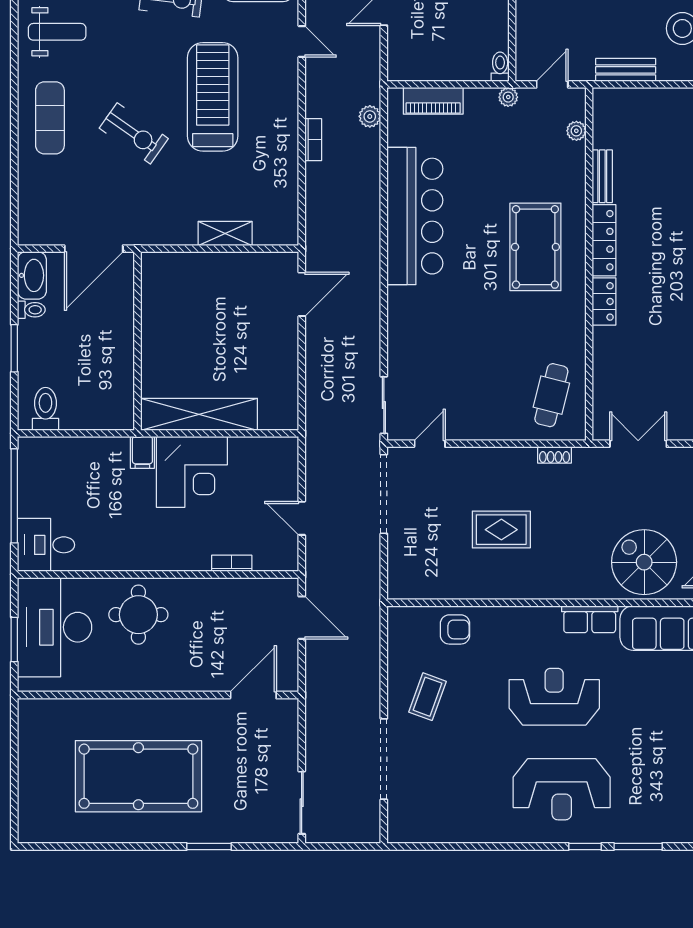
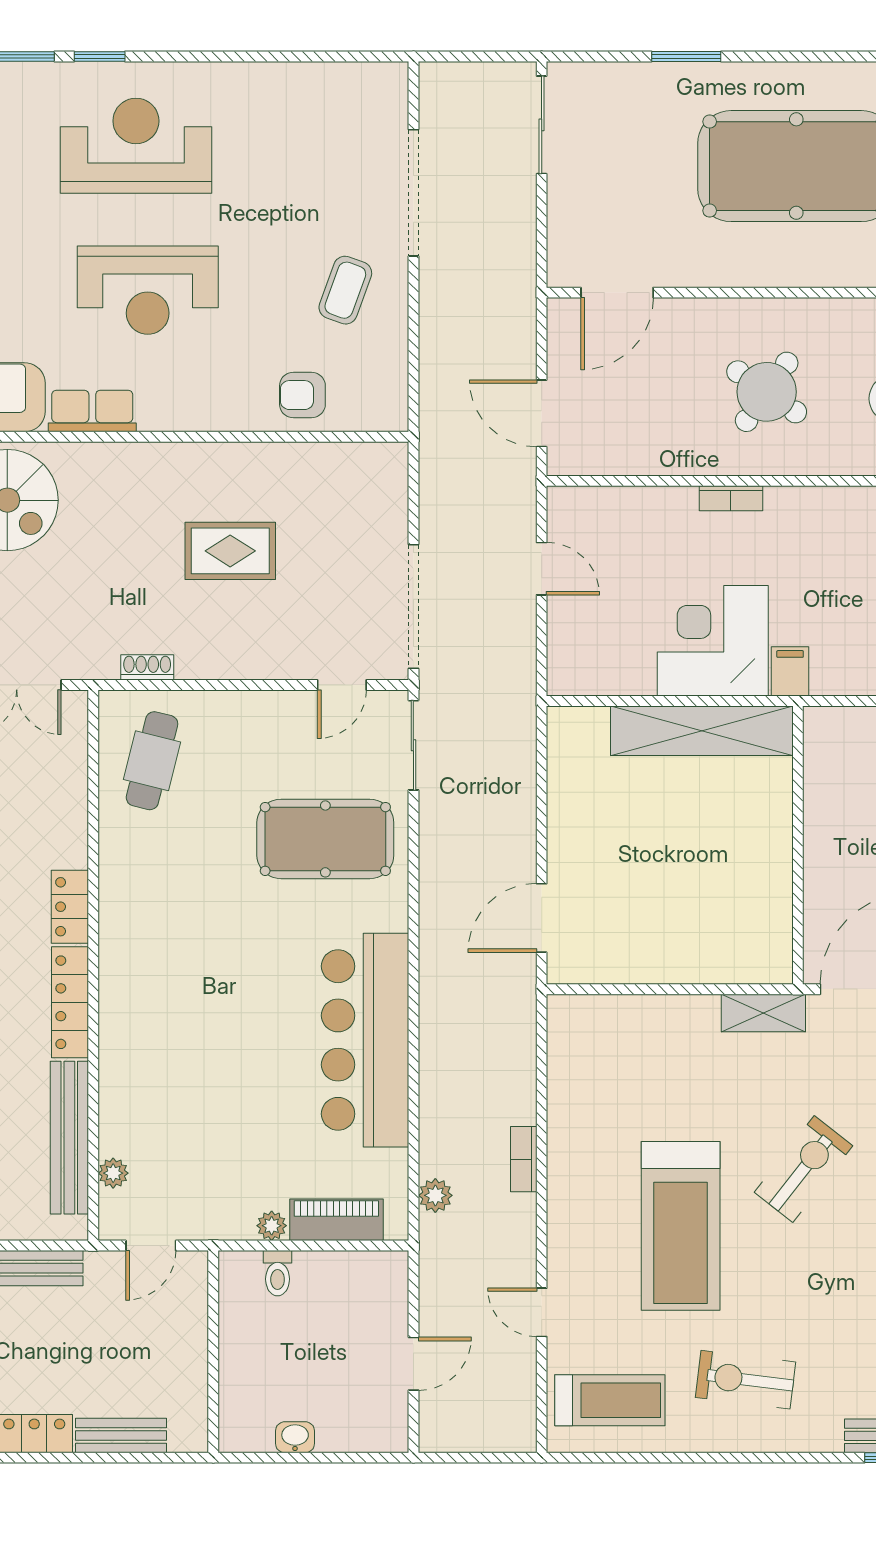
toilet: (500, 67) -> (278, 1273), moved
plant: (508, 97) -> (272, 1226), moved
exercise bike: (134, 133) -> (804, 1169), turned 93
bench: (602, 176) -> (69, 1138), width x1.86, depth x1.21
shelving: (225, 233) -> (763, 1013), moved
pool table: (535, 247) -> (325, 839), moved, turned 90
bookcase: (232, 563) -> (731, 498), moved
round table: (138, 615) -> (767, 392), moved, turned 35

